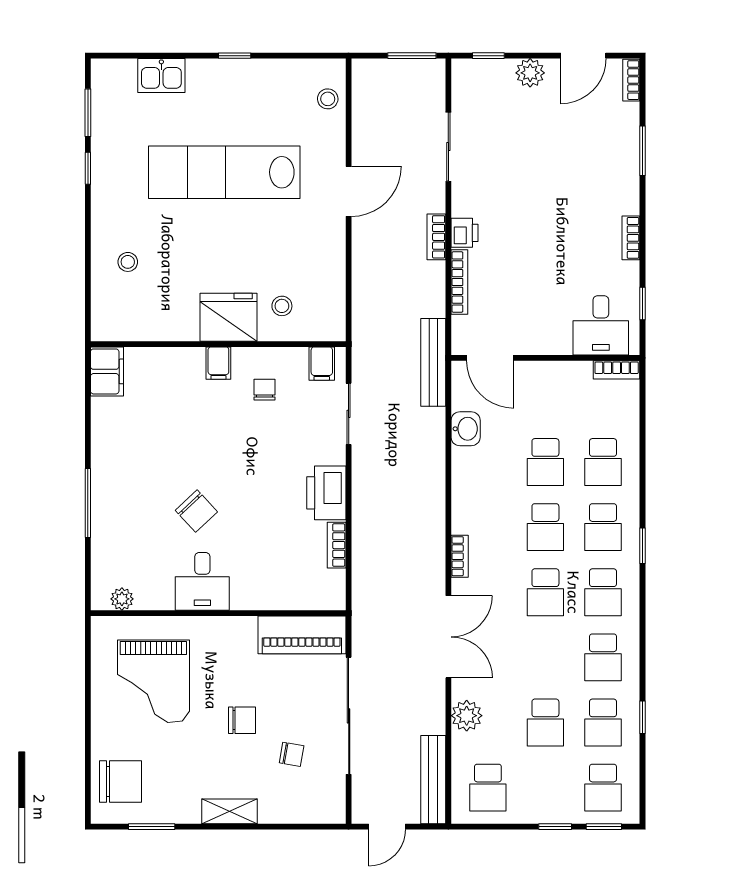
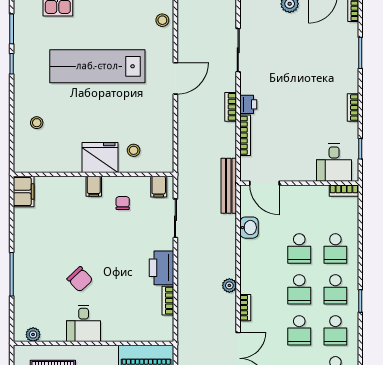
plant: (434, 521) -> (229, 285), added

